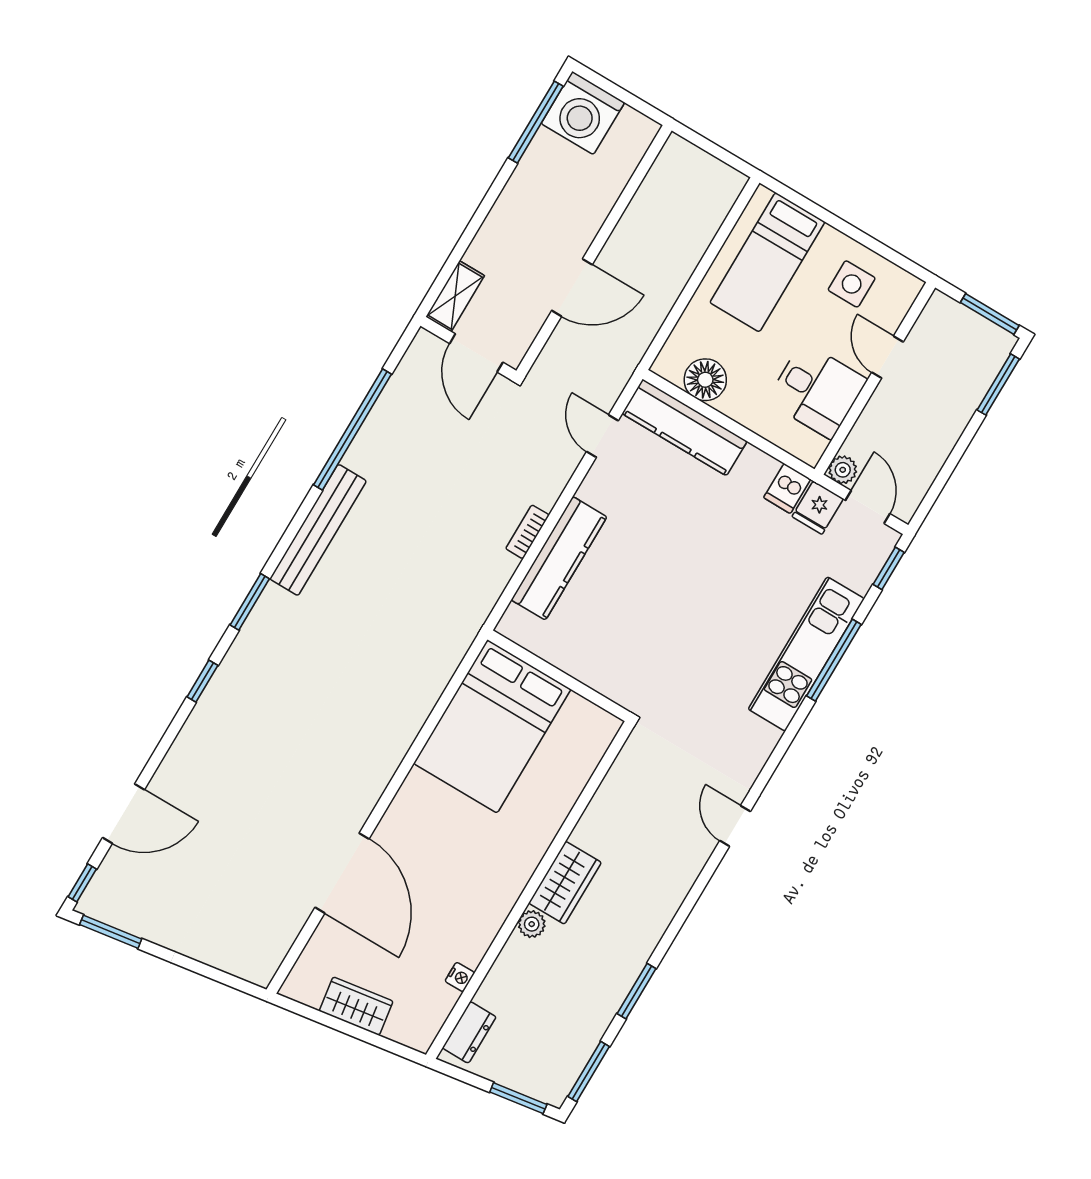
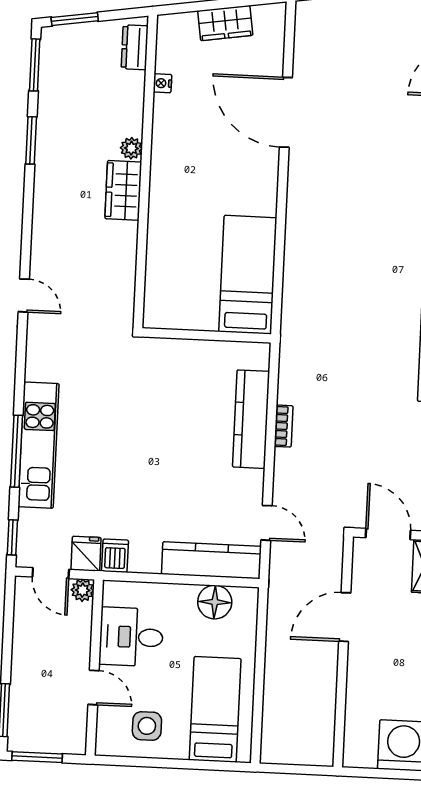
bed: (492, 726) -> (248, 275), width x0.67

